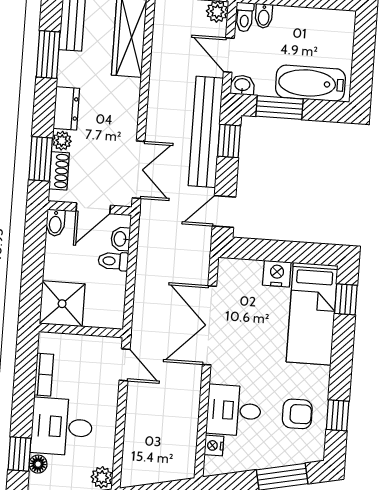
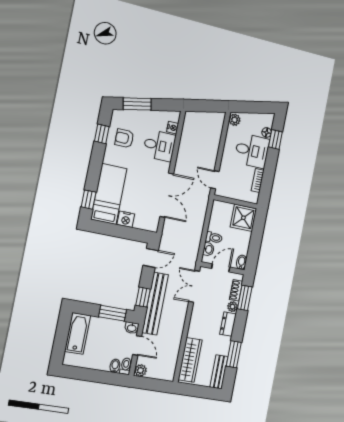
bathtub: (310, 83) -> (78, 333), moved, turned -90

